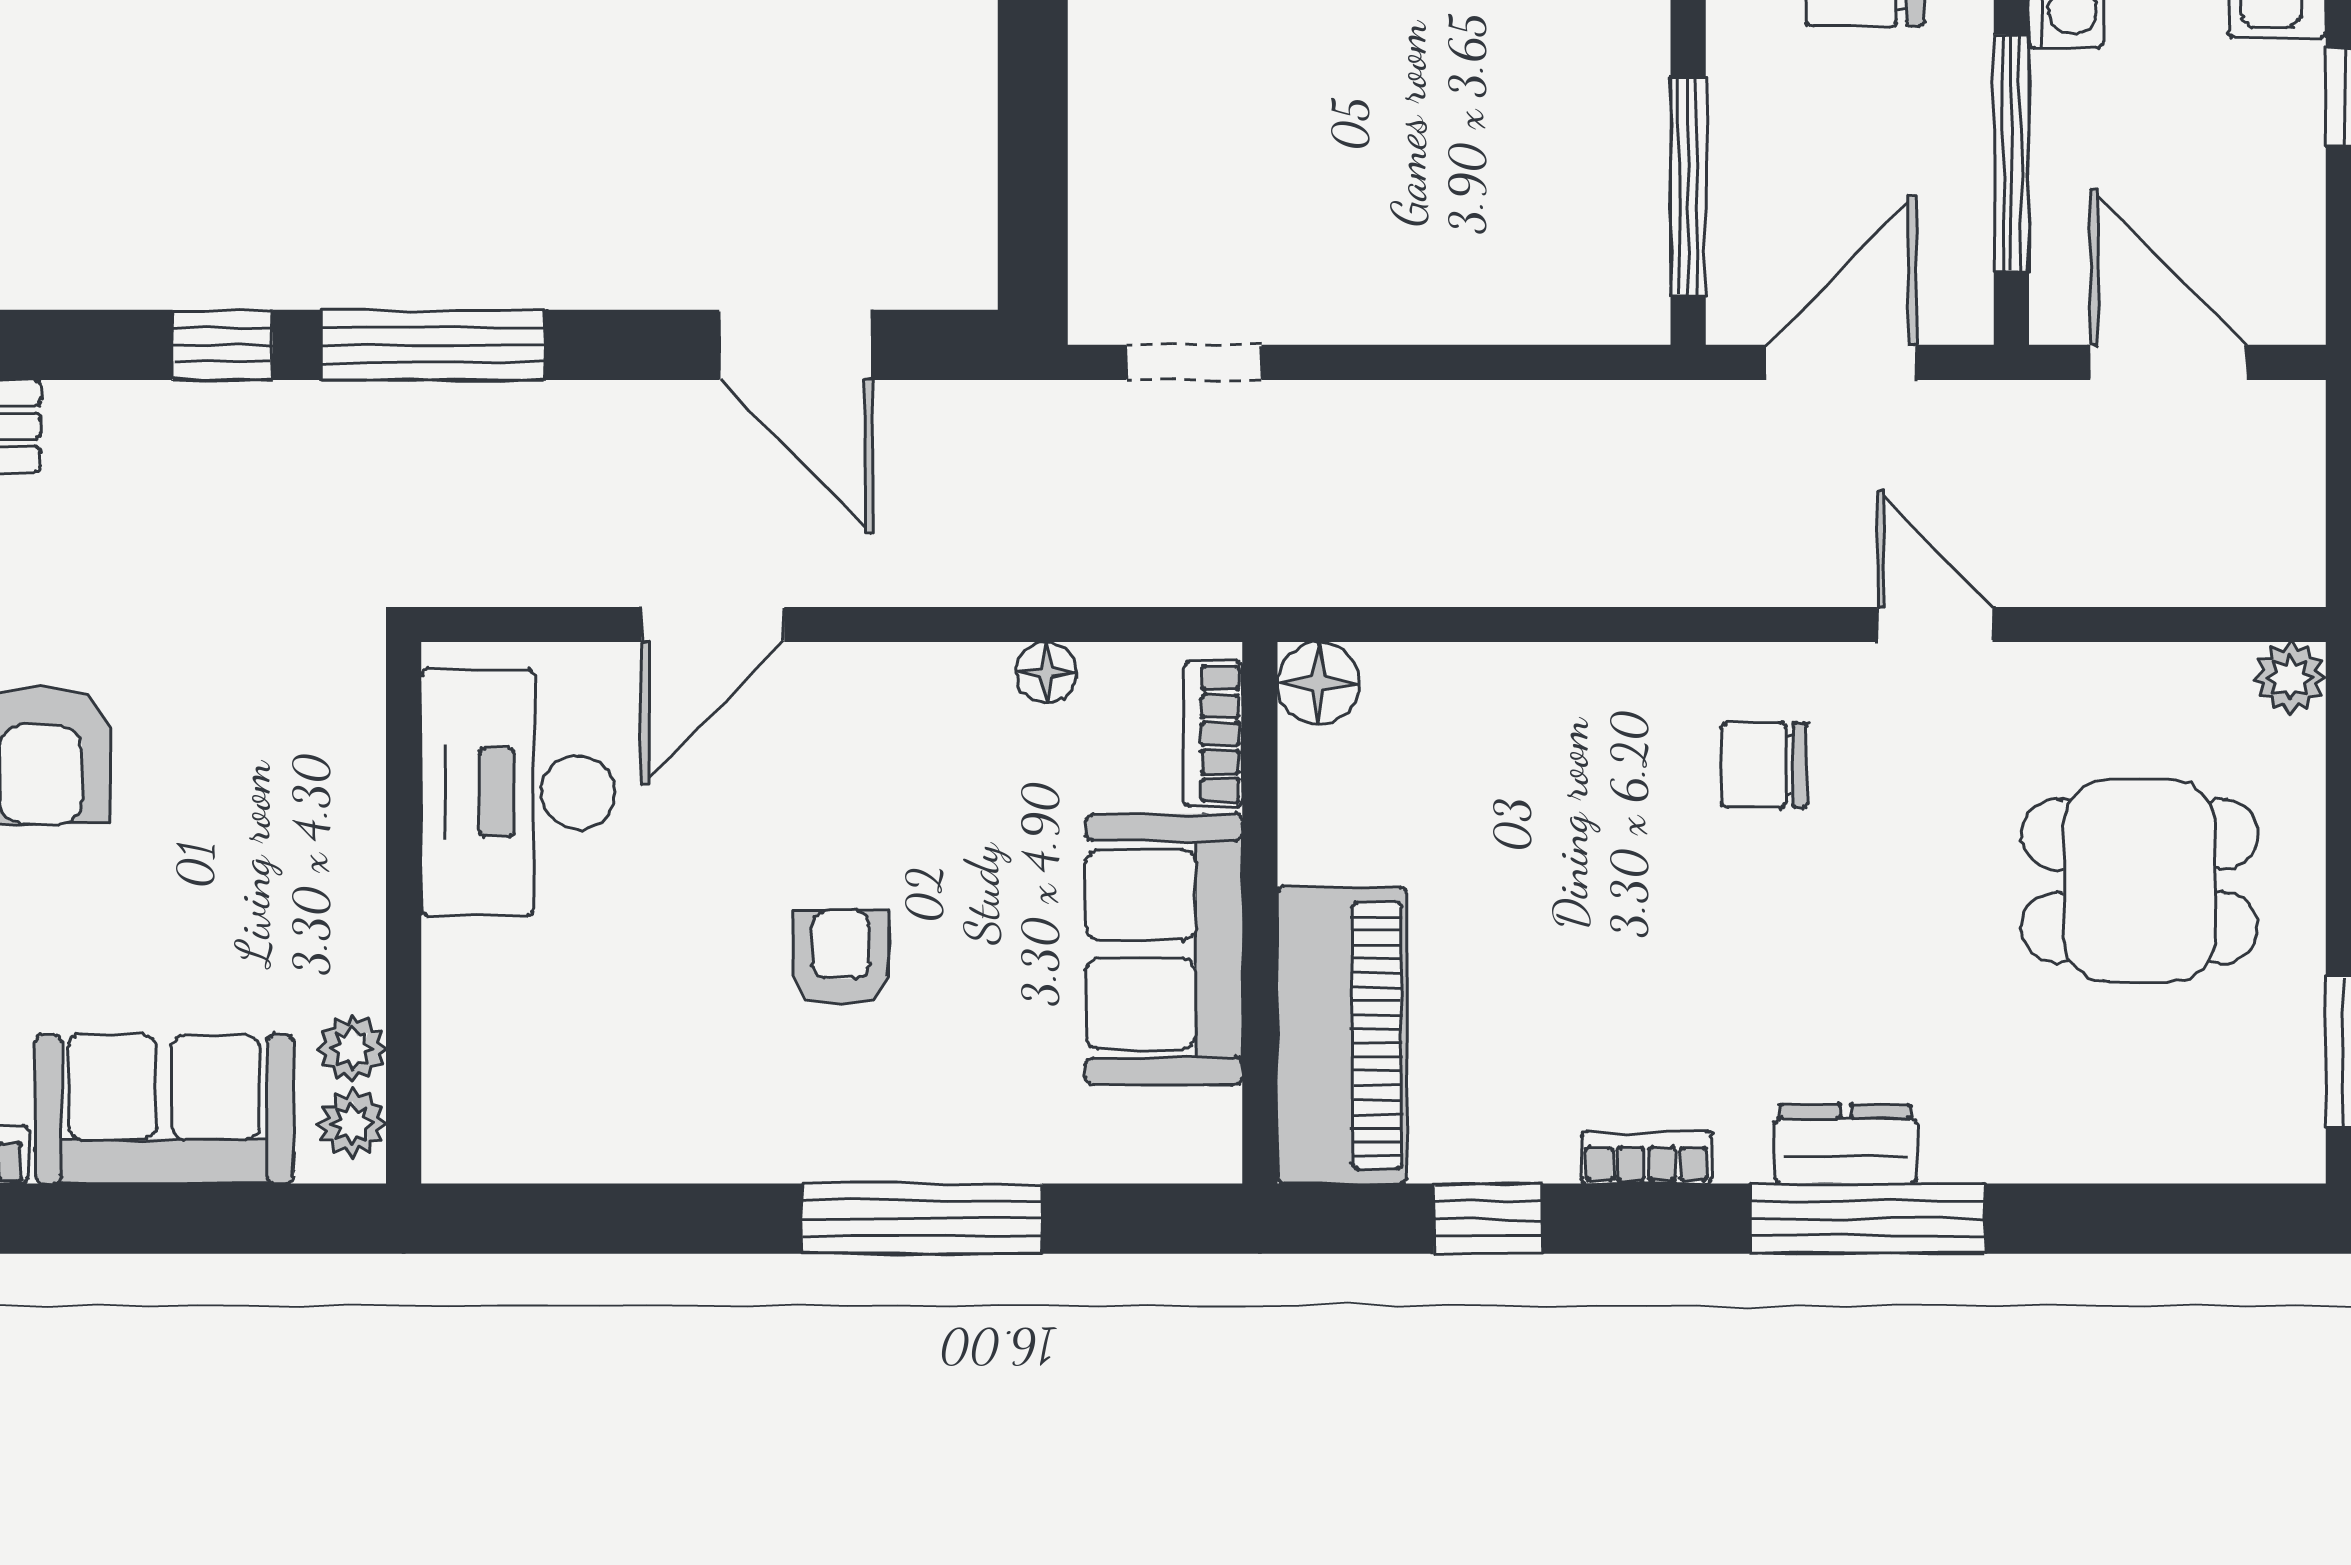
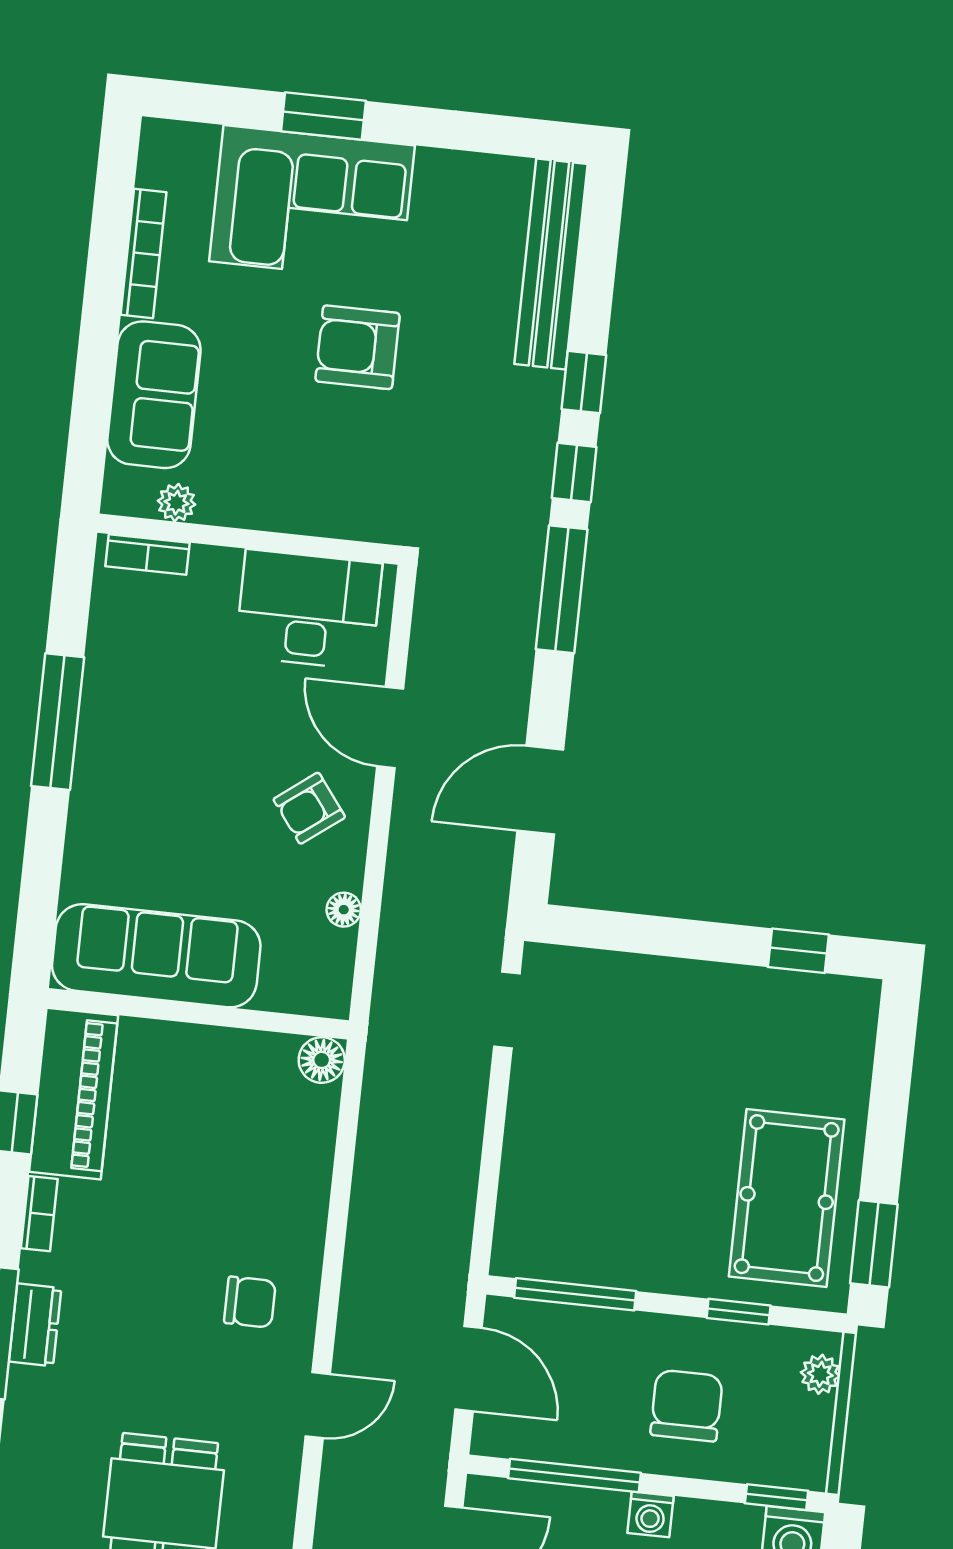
window: (60, 345) -> (584, 382), added
bookcase: (1213, 734) -> (148, 554), moved, turned 180
chair: (1764, 765) -> (250, 1302), turned 90
sofa: (1164, 949) -> (156, 956), width x1.36
armchair: (841, 958) -> (309, 808), moved, turned 143
piano: (1342, 1035) -> (74, 1094), moved, turned -90
plant: (352, 1123) -> (135, 498), removed
window: (922, 1219) -> (58, 722), moved

